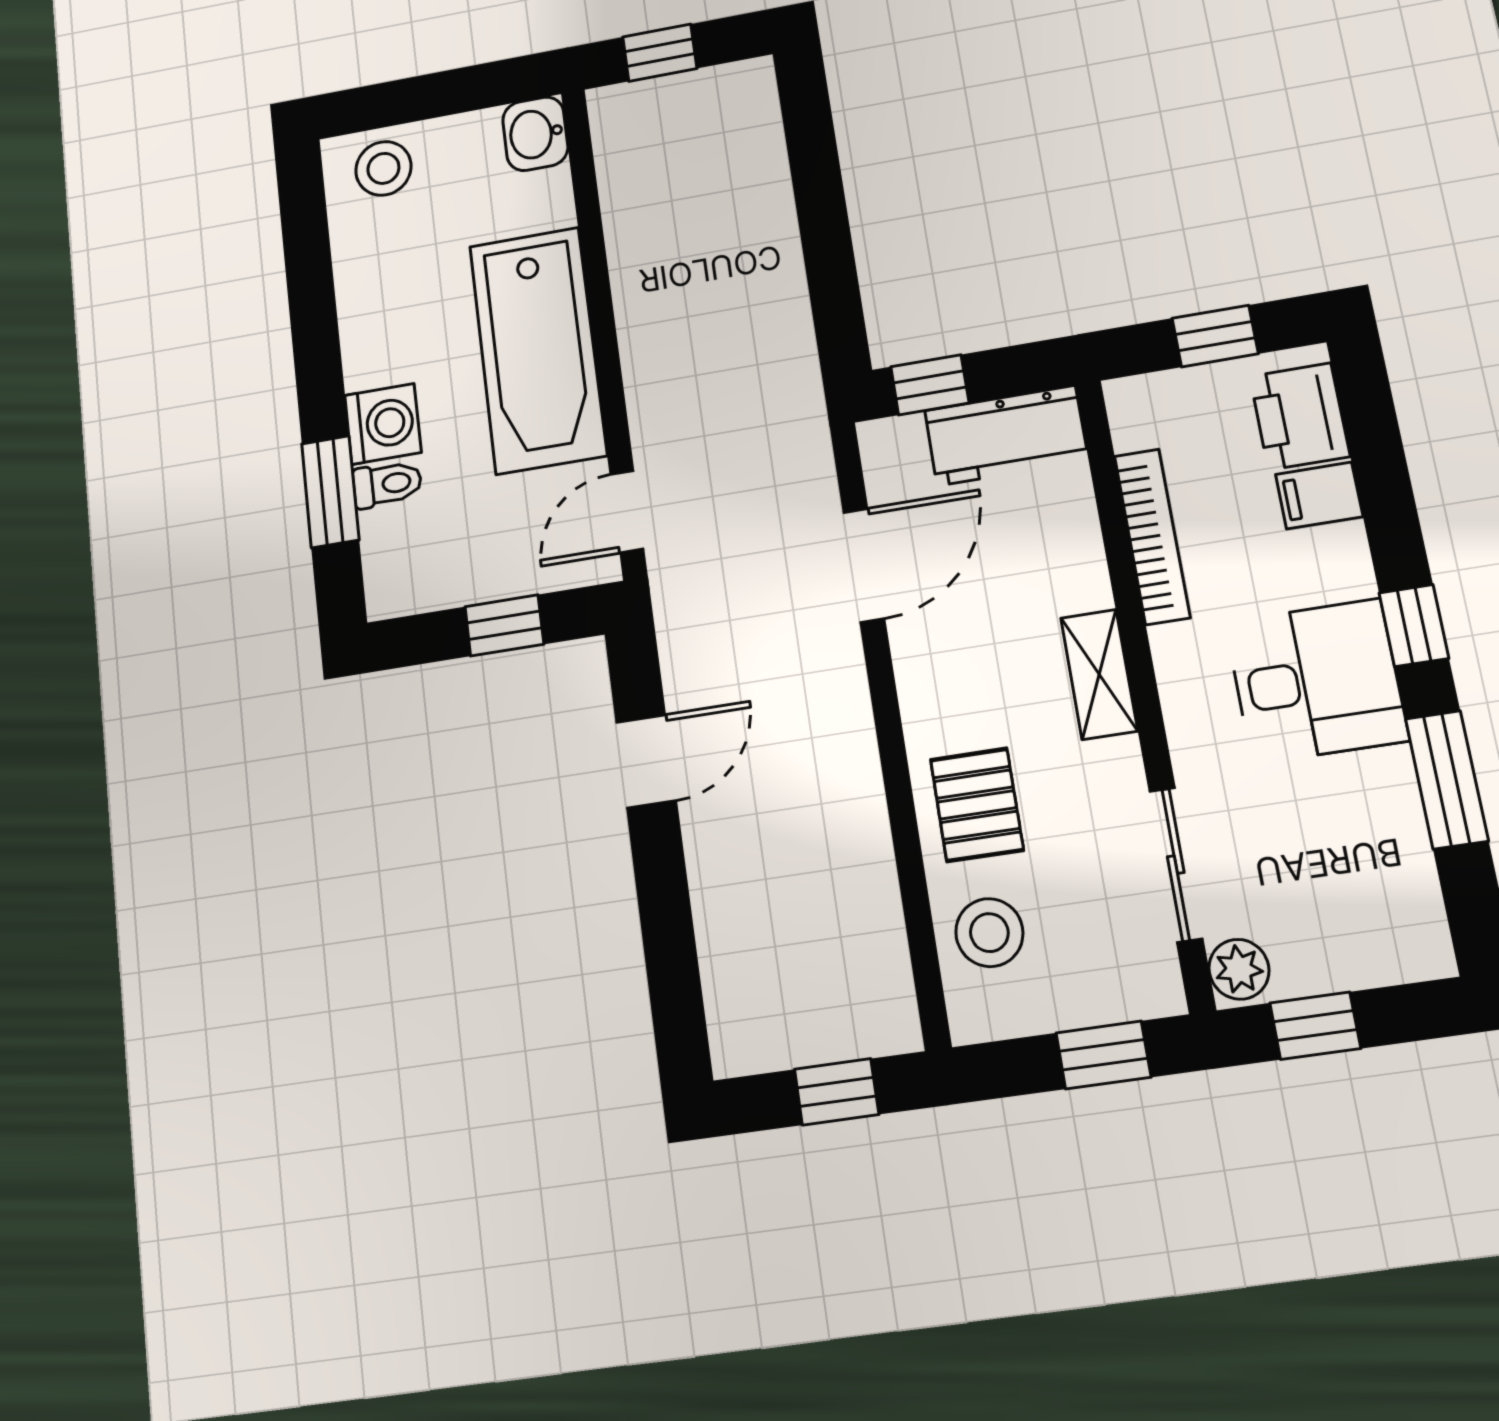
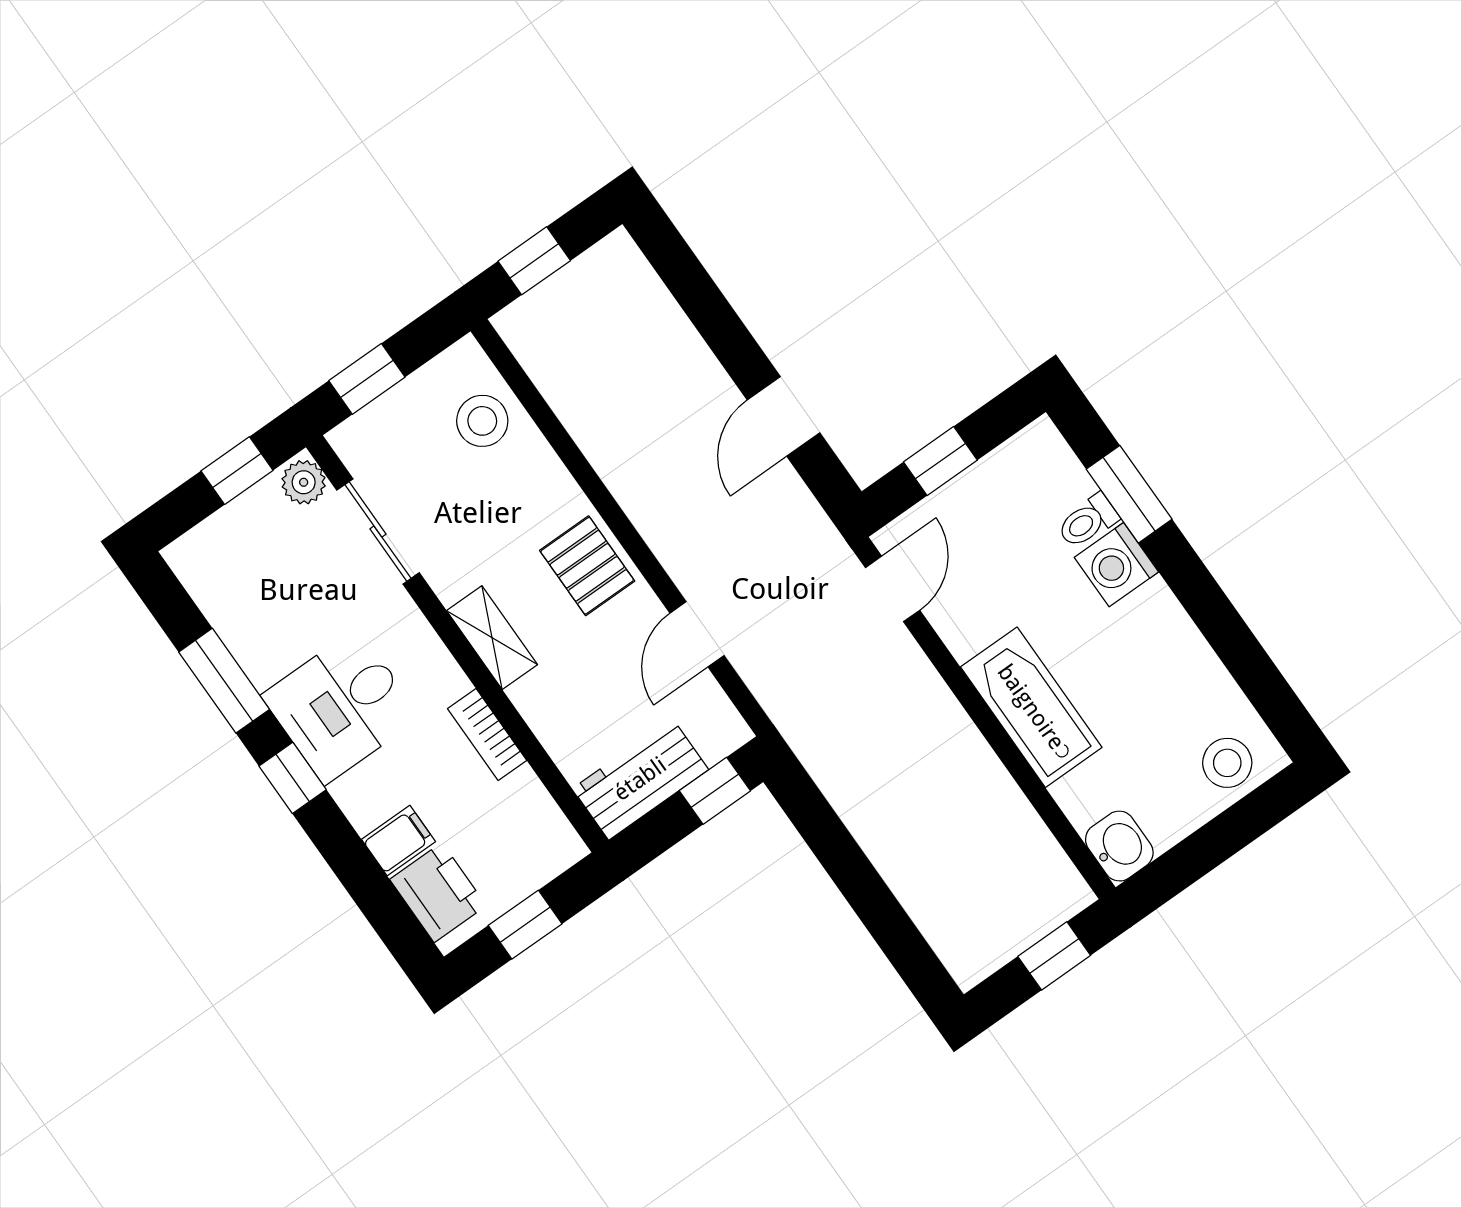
bathtub: (538, 350) -> (1031, 707), width x0.73, depth x0.73
bookcase: (1152, 536) -> (487, 735), width x0.64
door: (864, 565) -> (697, 634), width x0.73
pallet: (977, 805) -> (587, 566), moved

